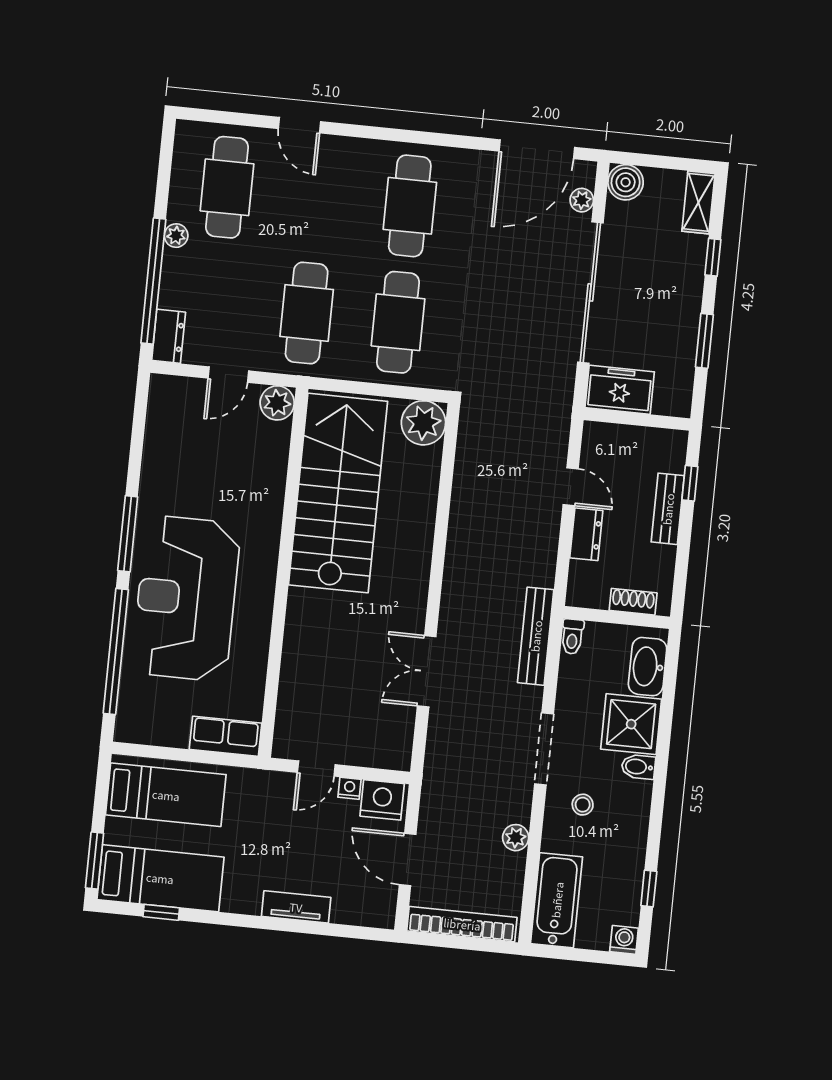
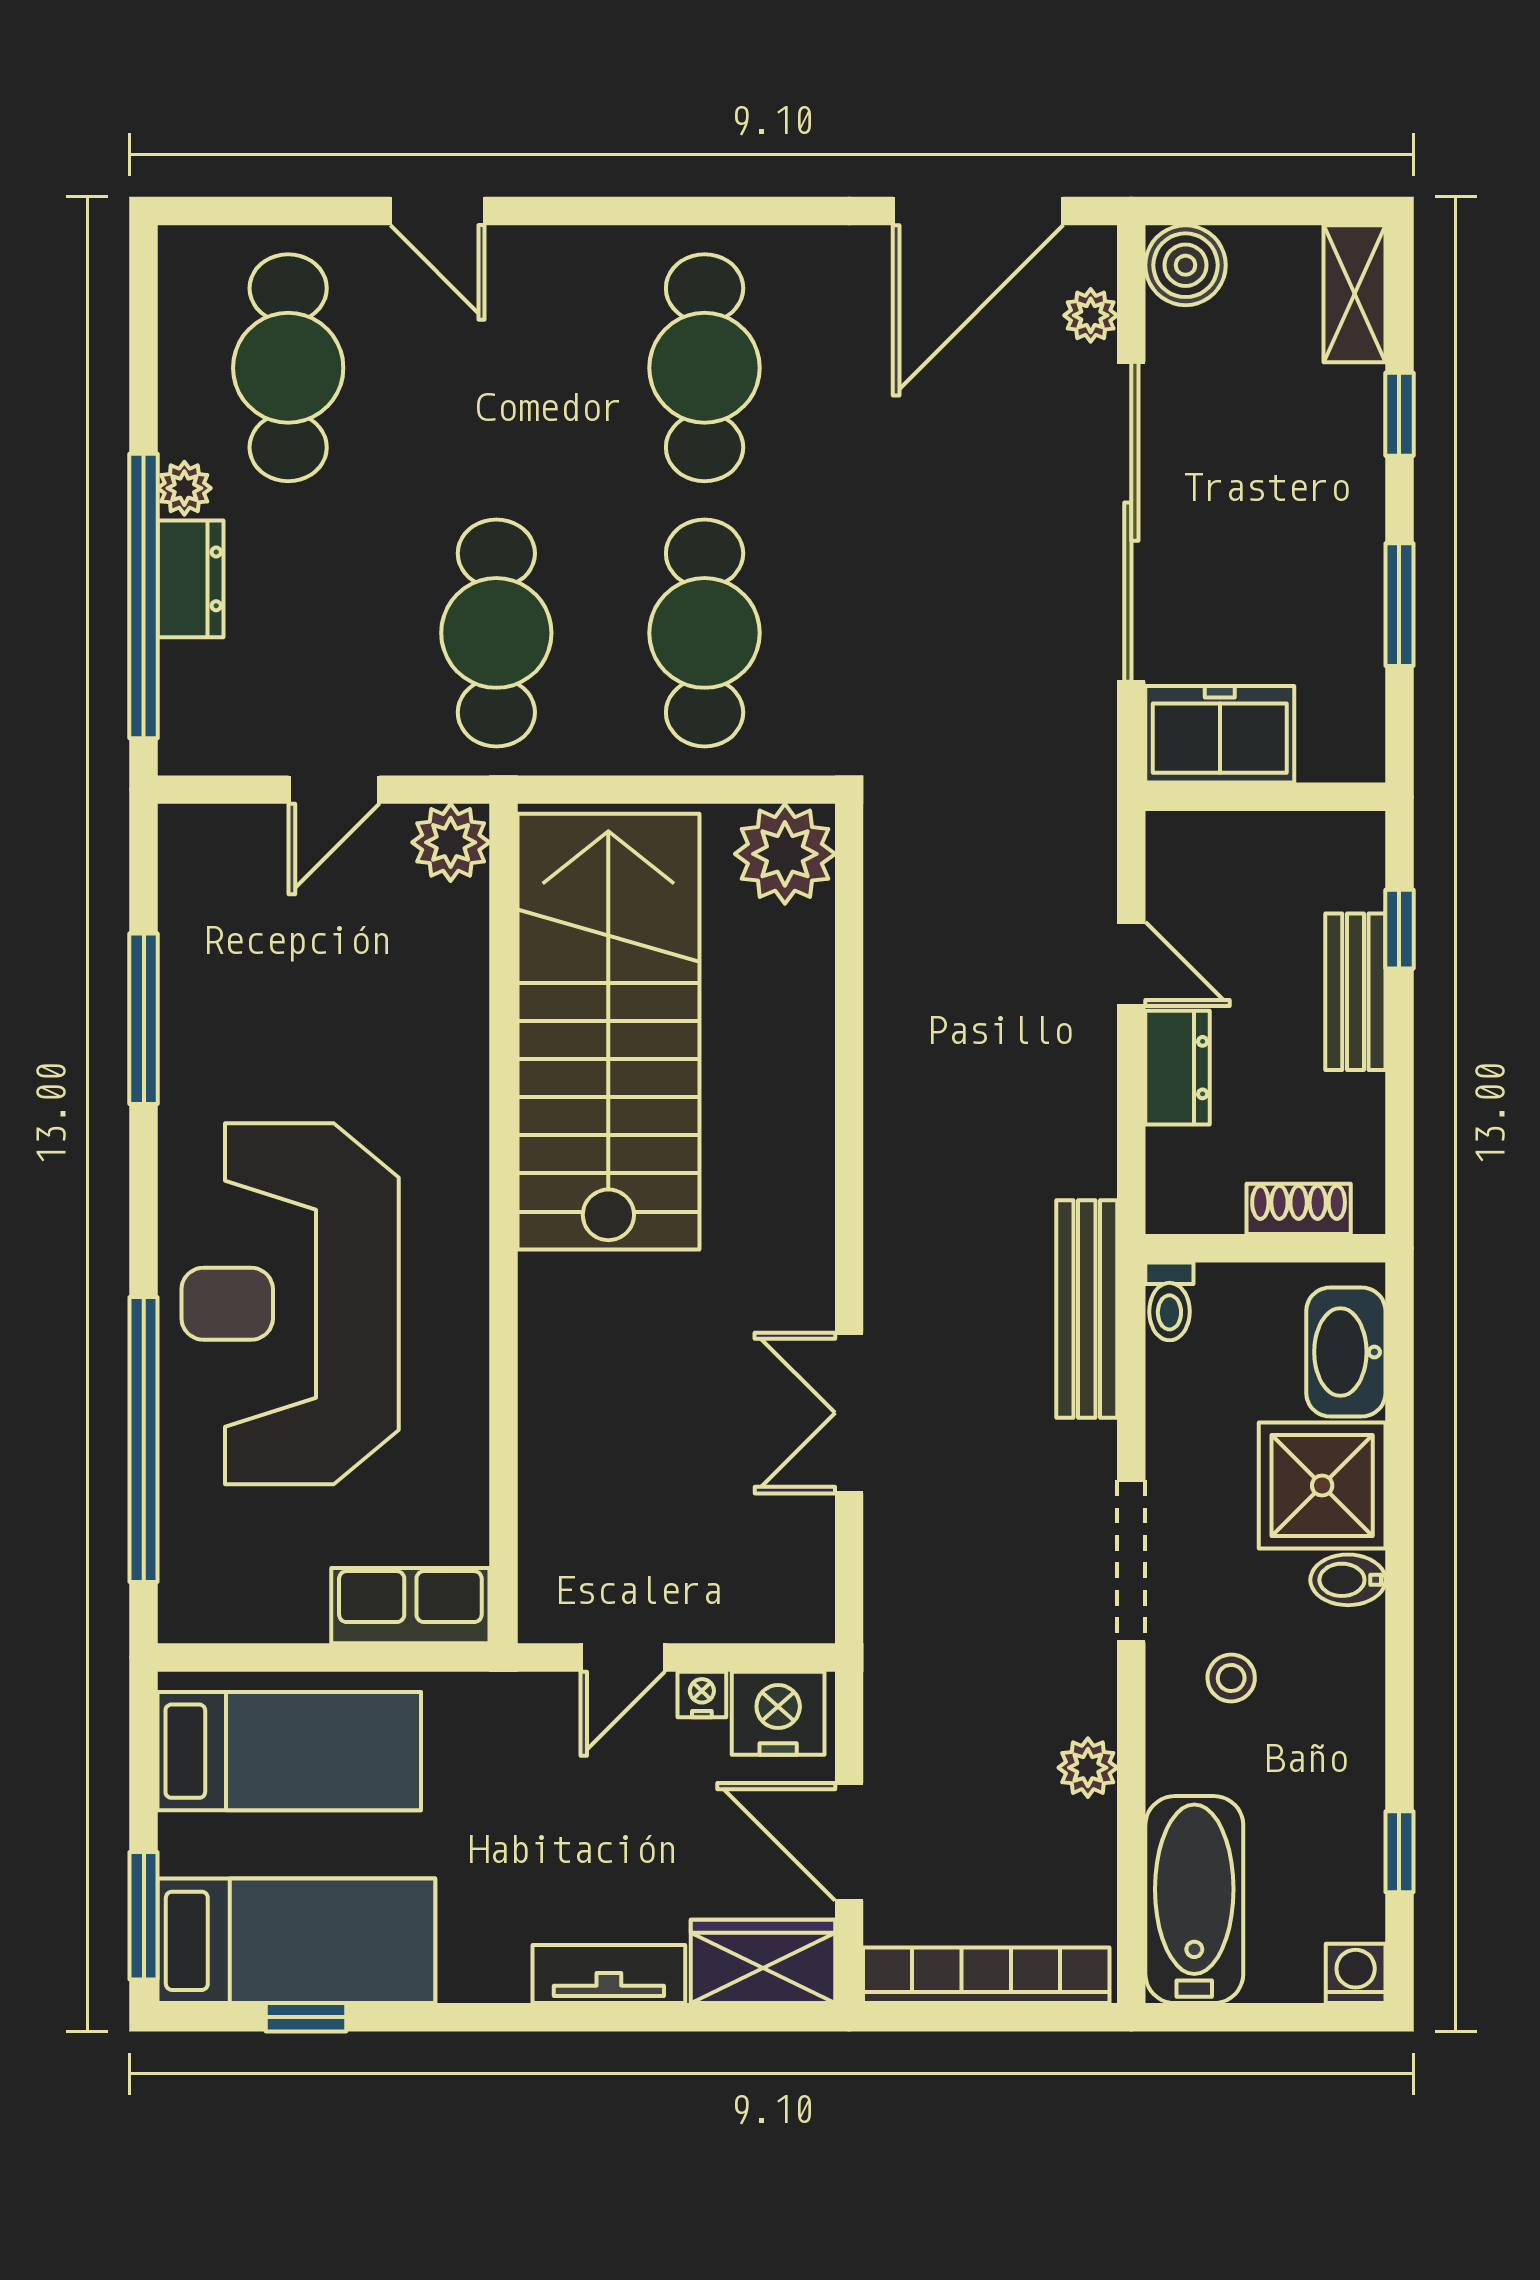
dresser: (169, 336) -> (191, 579), moved
window: (128, 534) -> (144, 1019), moved
wardrobe: (364, 908) -> (763, 1961), added

